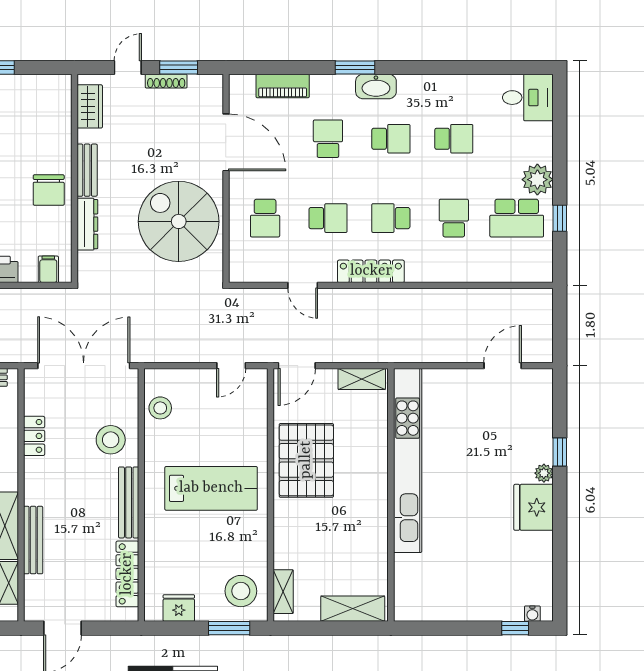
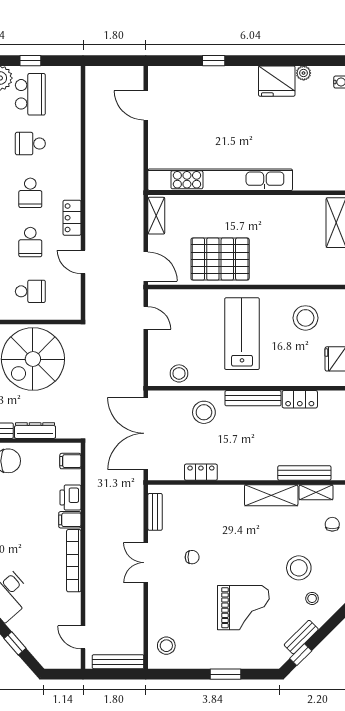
school desk: (328, 218) -> (30, 242), turned 180
locker: (371, 271) -> (72, 218), width x0.66
door: (303, 285) -> (83, 262), swing flipped
plant: (544, 473) -> (304, 73), moved
fridge: (534, 507) -> (277, 81), moved
bench: (33, 540) -> (304, 473), moved
locker: (127, 574) -> (300, 399), width x0.66
stool: (241, 591) -> (305, 318), moved
shelving: (283, 592) -> (323, 277), removed

